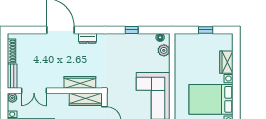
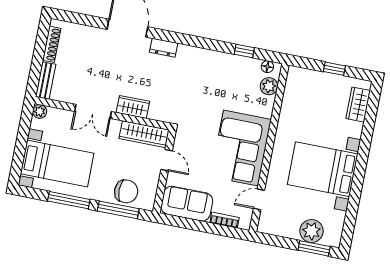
window: (132, 30) -> (244, 51), moved
wardrobe: (226, 62) -> (358, 105), moved
wardrobe: (80, 82) -> (133, 107), width x0.67
double door: (34, 91) -> (93, 111), moved

